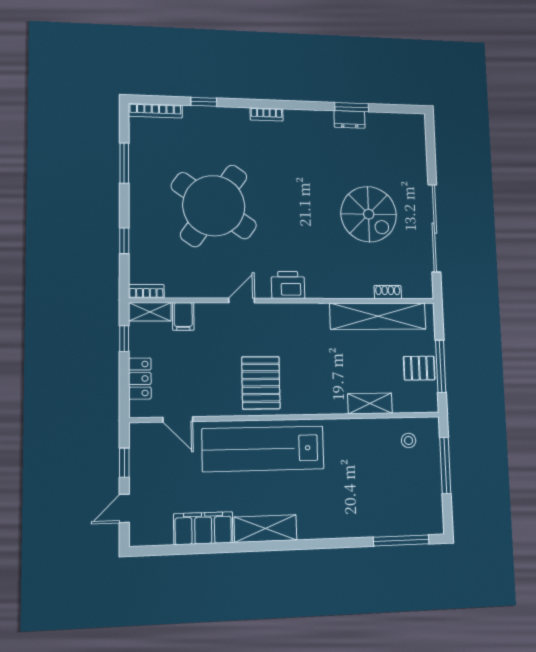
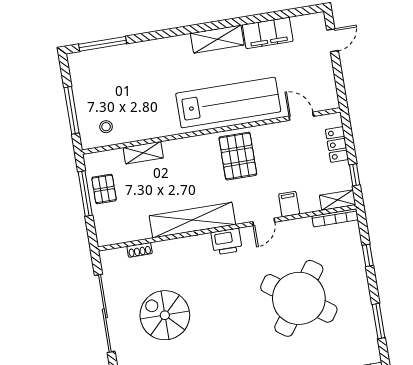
bookcase: (146, 291) -> (335, 218), width x1.56
filing cabinet: (183, 316) -> (289, 204), moved
shelving: (378, 316) -> (192, 220), moved
pallet: (419, 368) -> (104, 189), turned 90
window: (124, 463) -> (338, 76), removed

